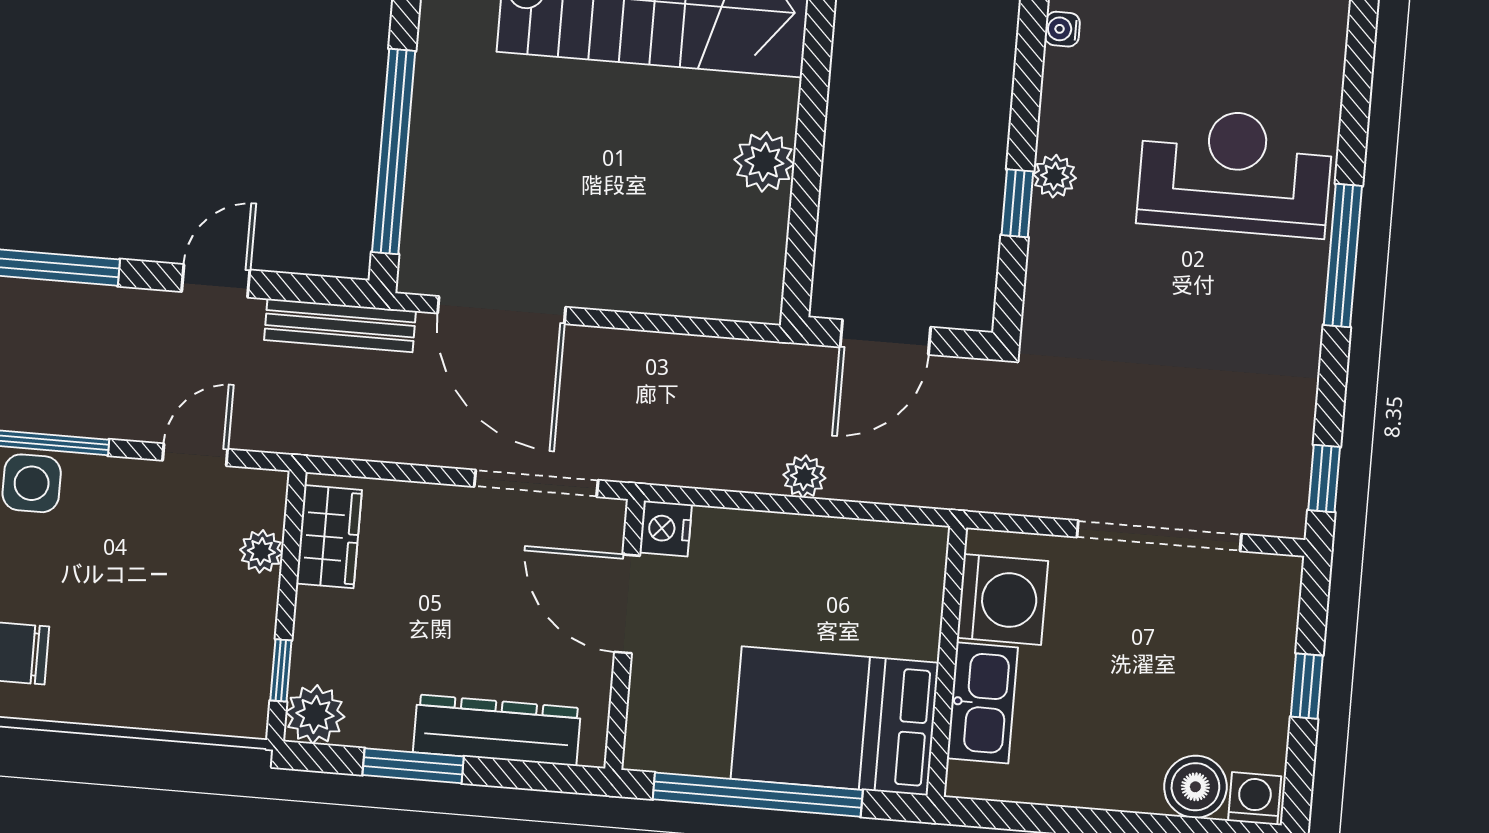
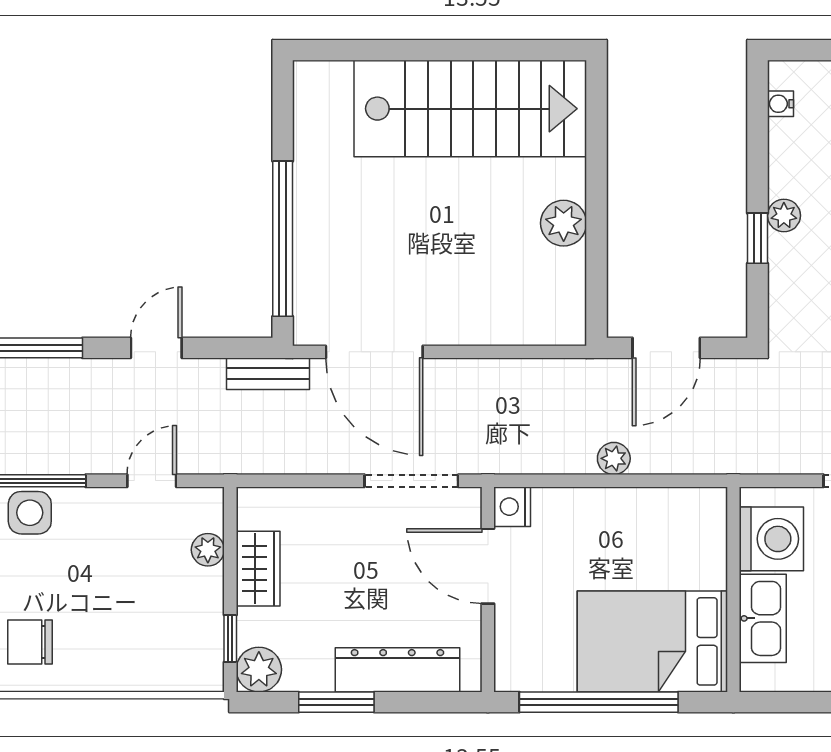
bench: (340, 325) -> (268, 374), width x0.73
wardrobe: (329, 537) -> (258, 569), moved

